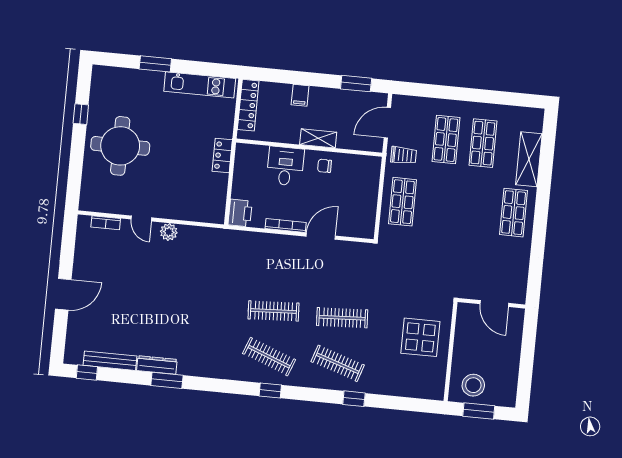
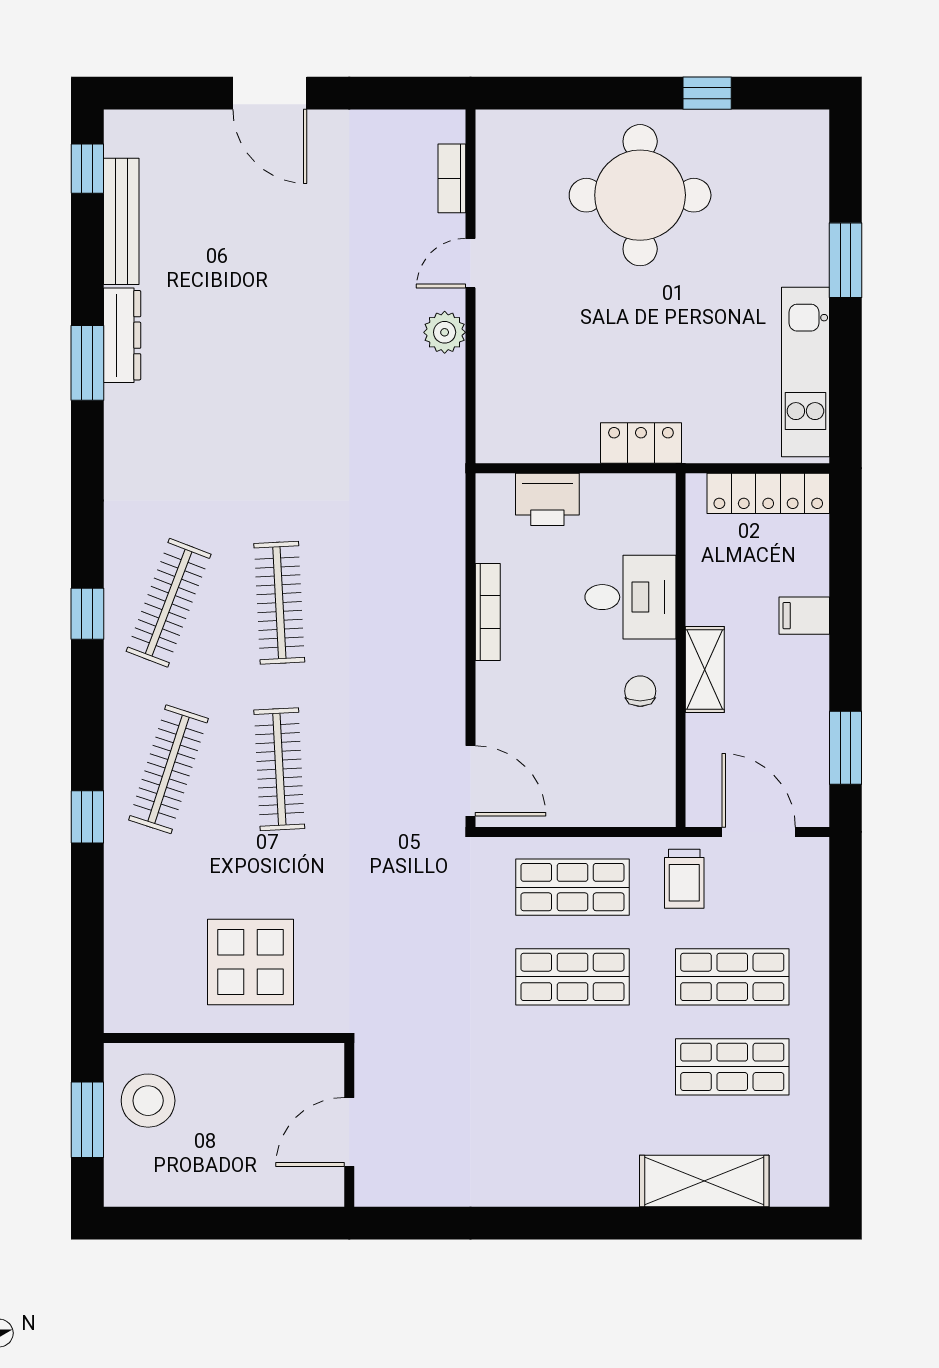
printer: (240, 213) -> (547, 499), moved
shop shelf: (514, 213) -> (572, 977), moved
door: (321, 236) -> (470, 781), moved

